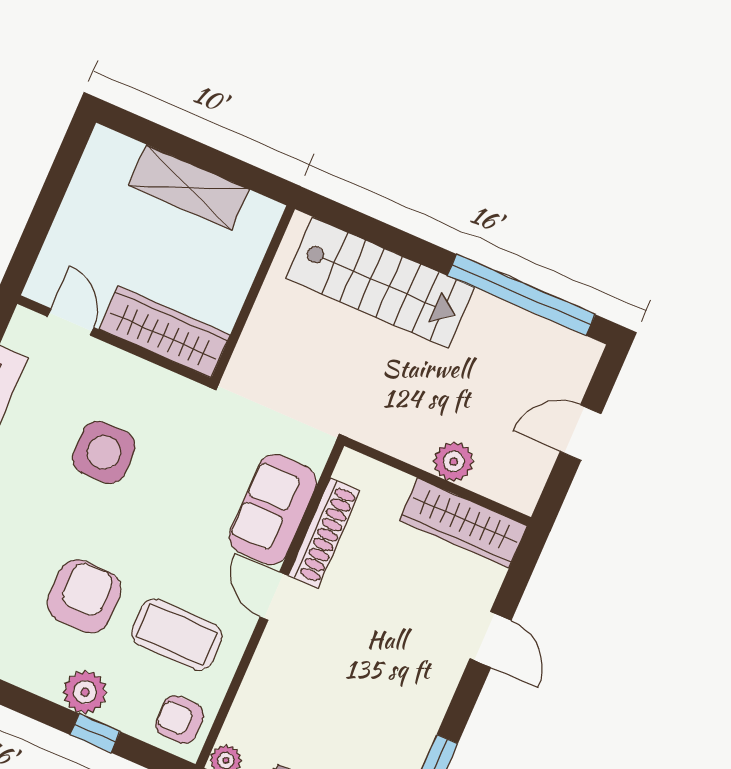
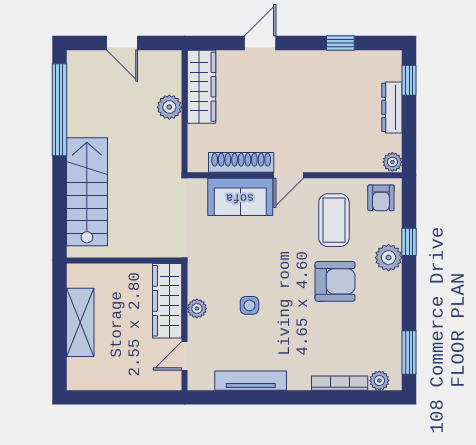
plant: (134, 372) -> (197, 309), added
side table: (104, 452) -> (249, 305), width x0.54, depth x0.54
armchair: (84, 596) -> (335, 281), turned 180

